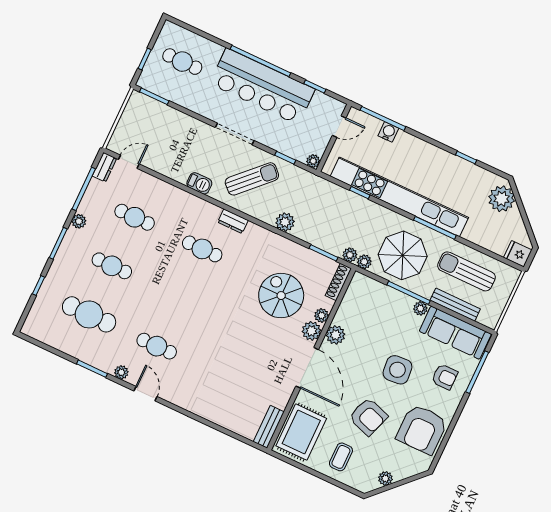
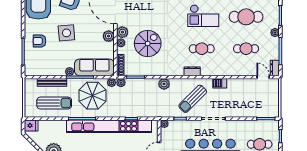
door: (129, 162) -> (263, 77), swing flipped
cafe table: (112, 266) -> (246, 17), width x1.37, depth x1.35
spiral stairs: (281, 296) -> (148, 44), turned -90
checkout: (176, 298) -> (203, 16), added
sofa: (455, 333) -> (94, 67), moved

